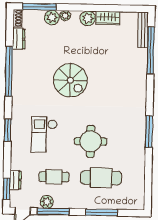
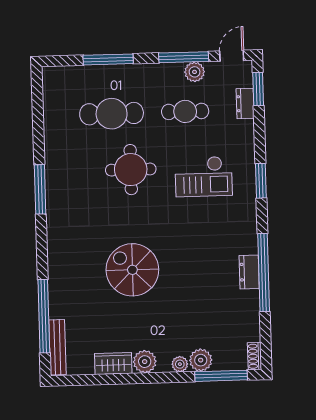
dresser: (19, 39) -> (249, 272), moved
spiral stairs: (70, 80) -> (132, 270), moved
checkout: (44, 135) -> (204, 177), turned 90

